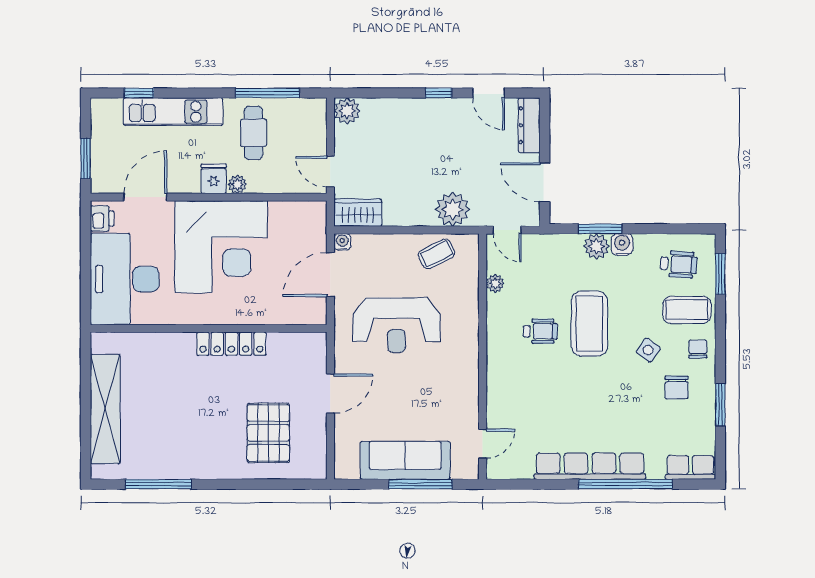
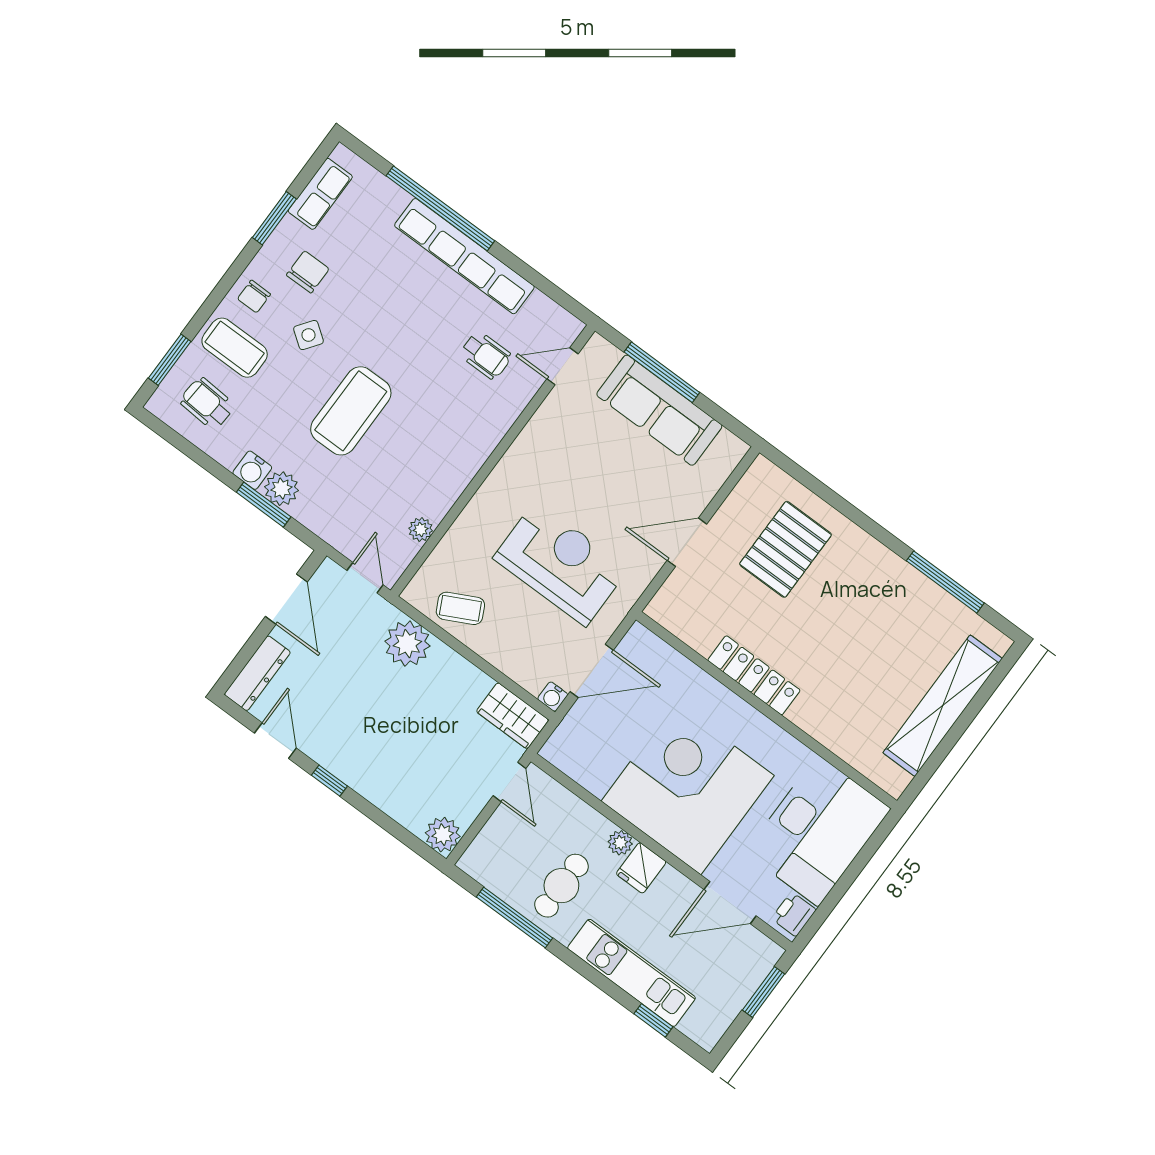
wheelchair: (540, 331) -> (486, 355), moved, turned 180
row of seats: (691, 467) -> (320, 194), moved, turned -90

